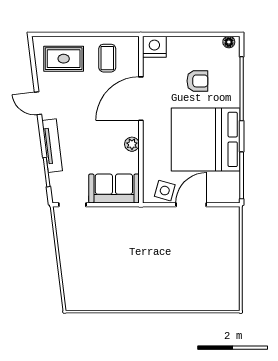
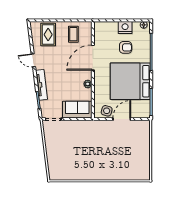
nightstand: (154, 47) -> (125, 28), moved
rug: (64, 59) -> (48, 35), turned 90

